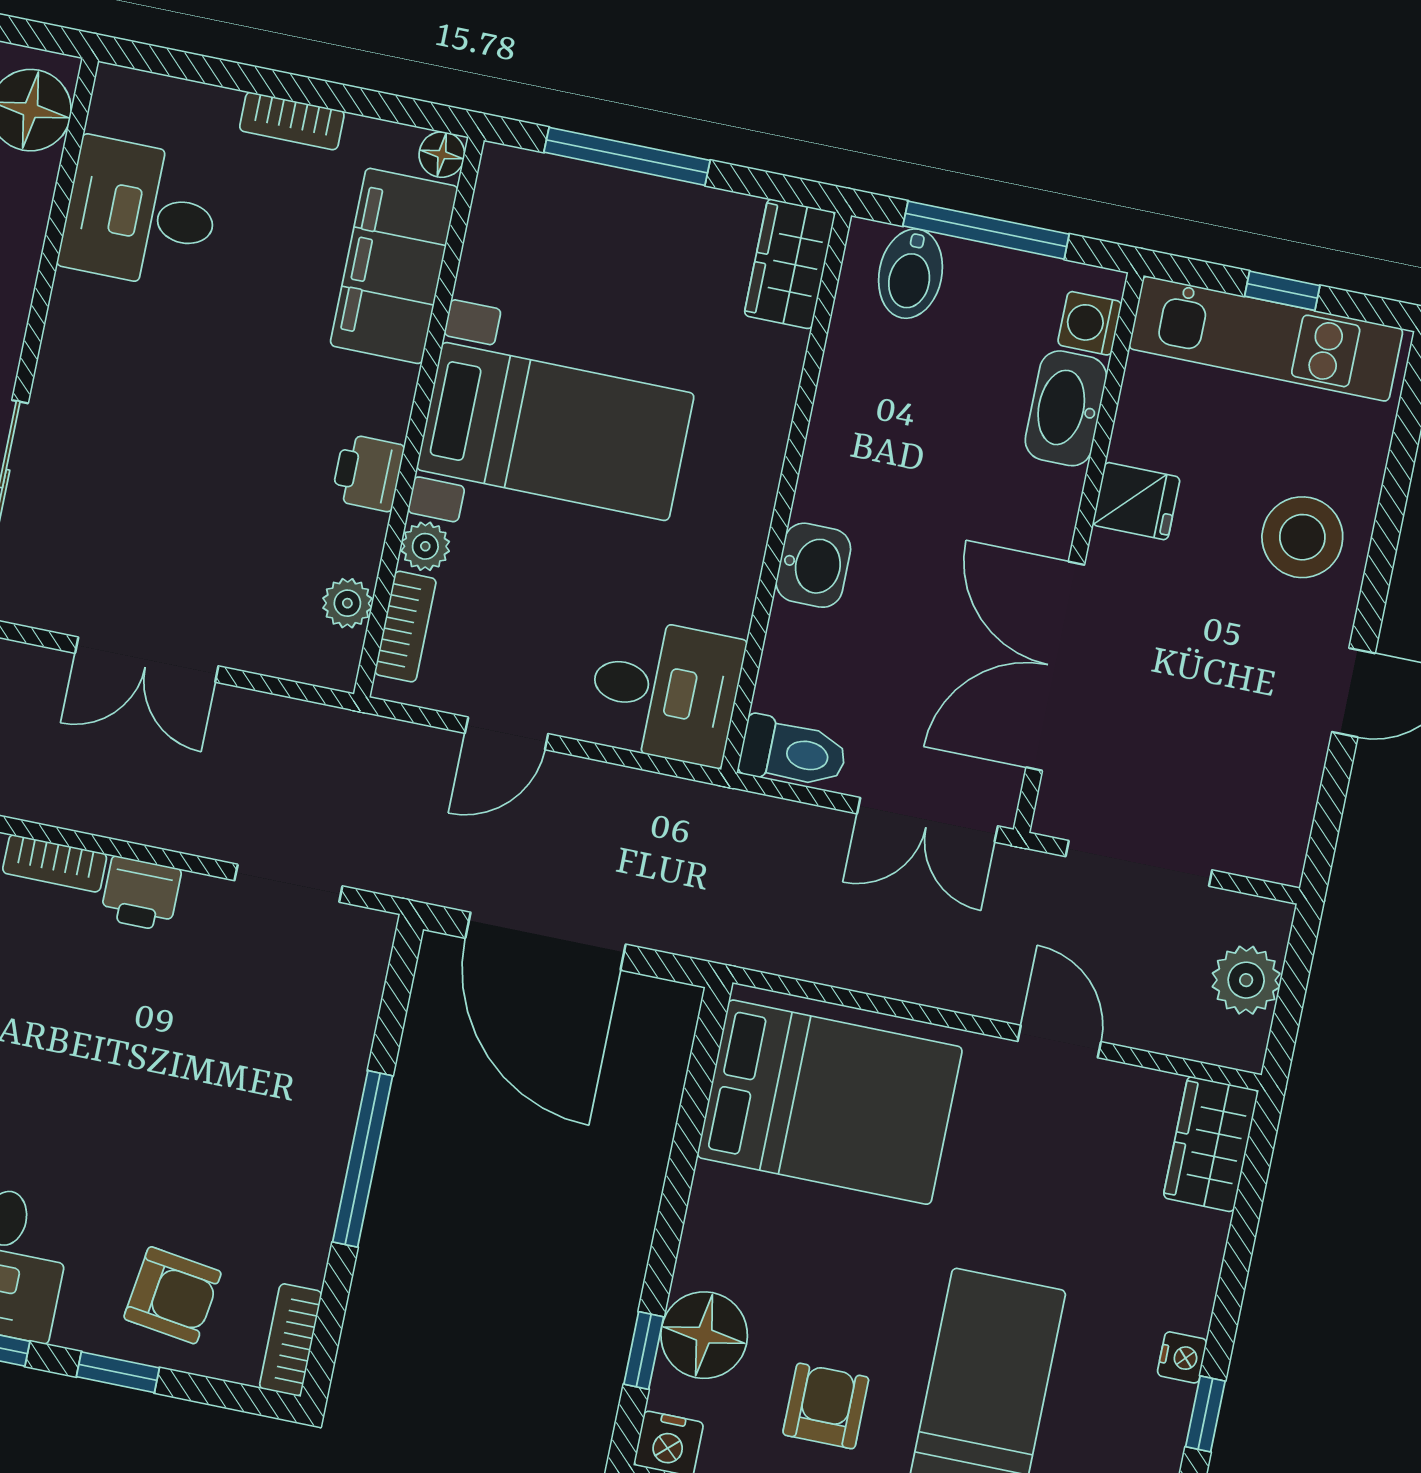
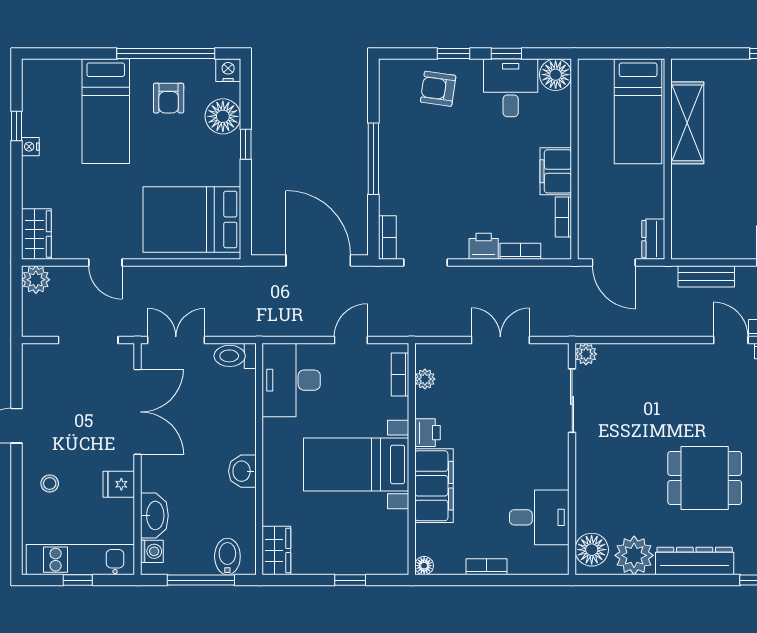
window: (627, 156) -> (350, 580), width x0.46
filing cabinet: (394, 266) -> (434, 486), moved
stool: (1302, 537) -> (50, 483), width x0.53, depth x0.53
plant: (425, 546) -> (399, 408), removed
washbasin: (813, 565) -> (242, 471), moved
desk: (665, 691) -> (291, 380), width x1.37
plant: (1246, 980) -> (36, 280), moved
bookcase: (291, 1340) -> (387, 238), moved
window: (644, 1350) -> (246, 144), moved

